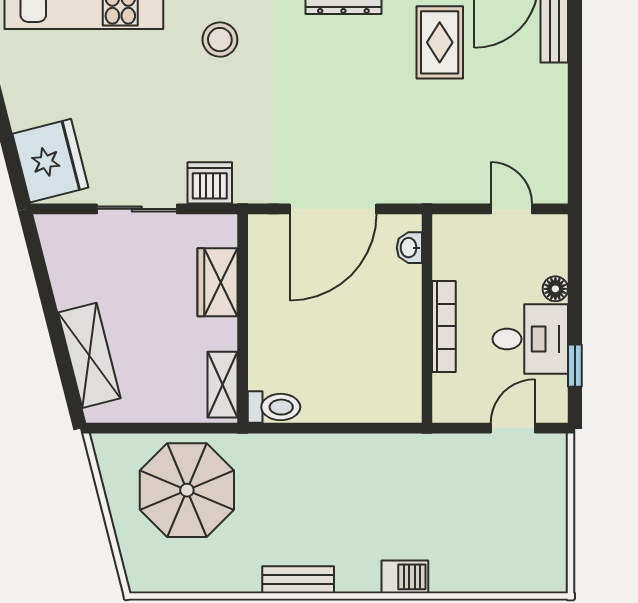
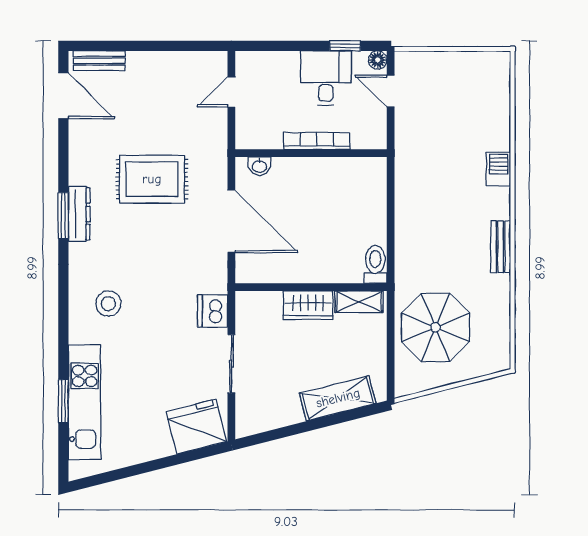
rug: (440, 42) -> (152, 179), moved, width x1.36, depth x1.43
wardrobe: (218, 282) -> (308, 305), moved
floor lamp: (555, 289) -> (378, 60), moved

